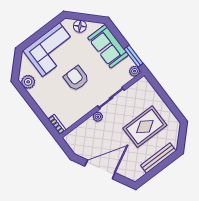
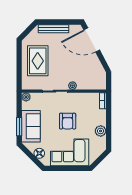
window: (134, 56) -> (19, 127), moved
plant: (28, 82) -> (101, 131), moved
rug: (145, 127) -> (38, 61), moved, turned 90
door: (100, 169) -> (92, 40), moved

